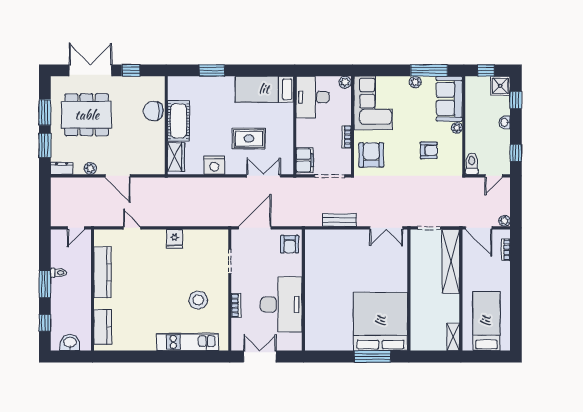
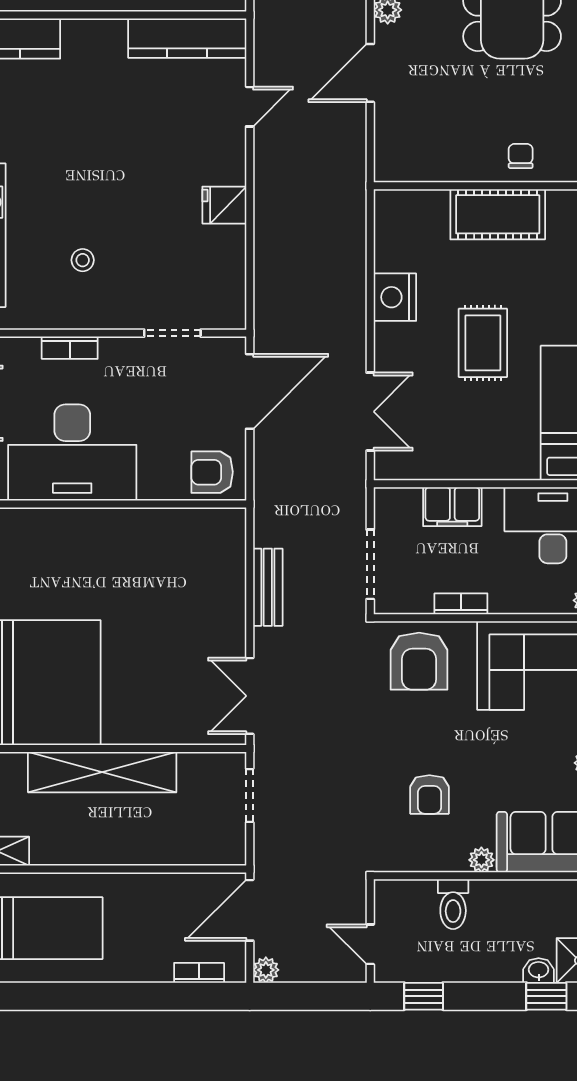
chair: (153, 111) -> (521, 156), width x0.54, depth x0.54
washbasin: (505, 122) -> (539, 970), moved
rug: (249, 139) -> (483, 343), moved
armchair: (371, 155) -> (419, 661), turned 90
wardrobe: (176, 157) -> (414, 209), removed
filing cabinet: (305, 160) -> (452, 507), moved
toilet: (472, 164) -> (453, 904), moved, turned 90
door: (255, 228) -> (250, 391), hinge flipped
shelving: (451, 261) -> (102, 772), moved
kitchen counter: (102, 272) -> (187, 38), moved
stool: (198, 300) -> (83, 260), width x0.53, depth x0.53

